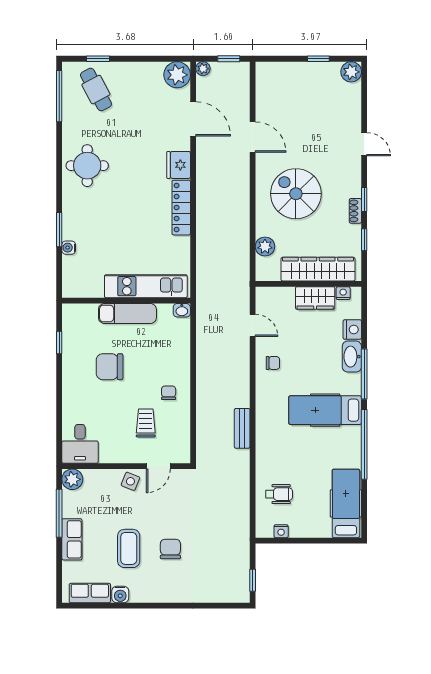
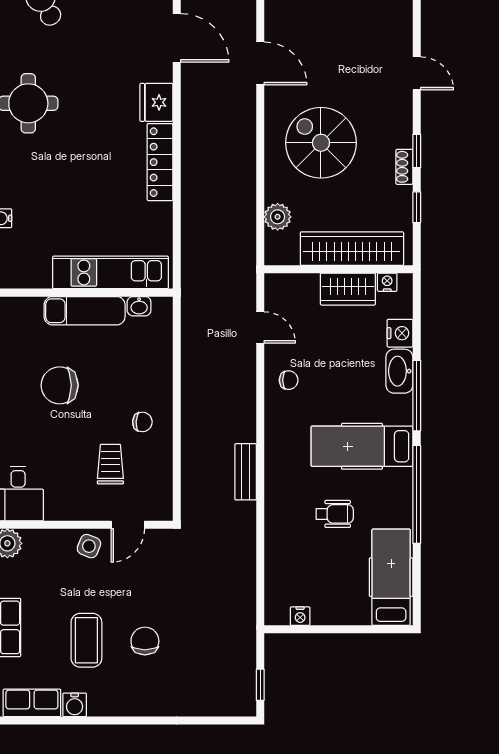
washbasin: (182, 310) -> (139, 306), moved
chair: (169, 393) -> (142, 422), turned 93
wheelchair: (279, 494) -> (335, 514), moved

